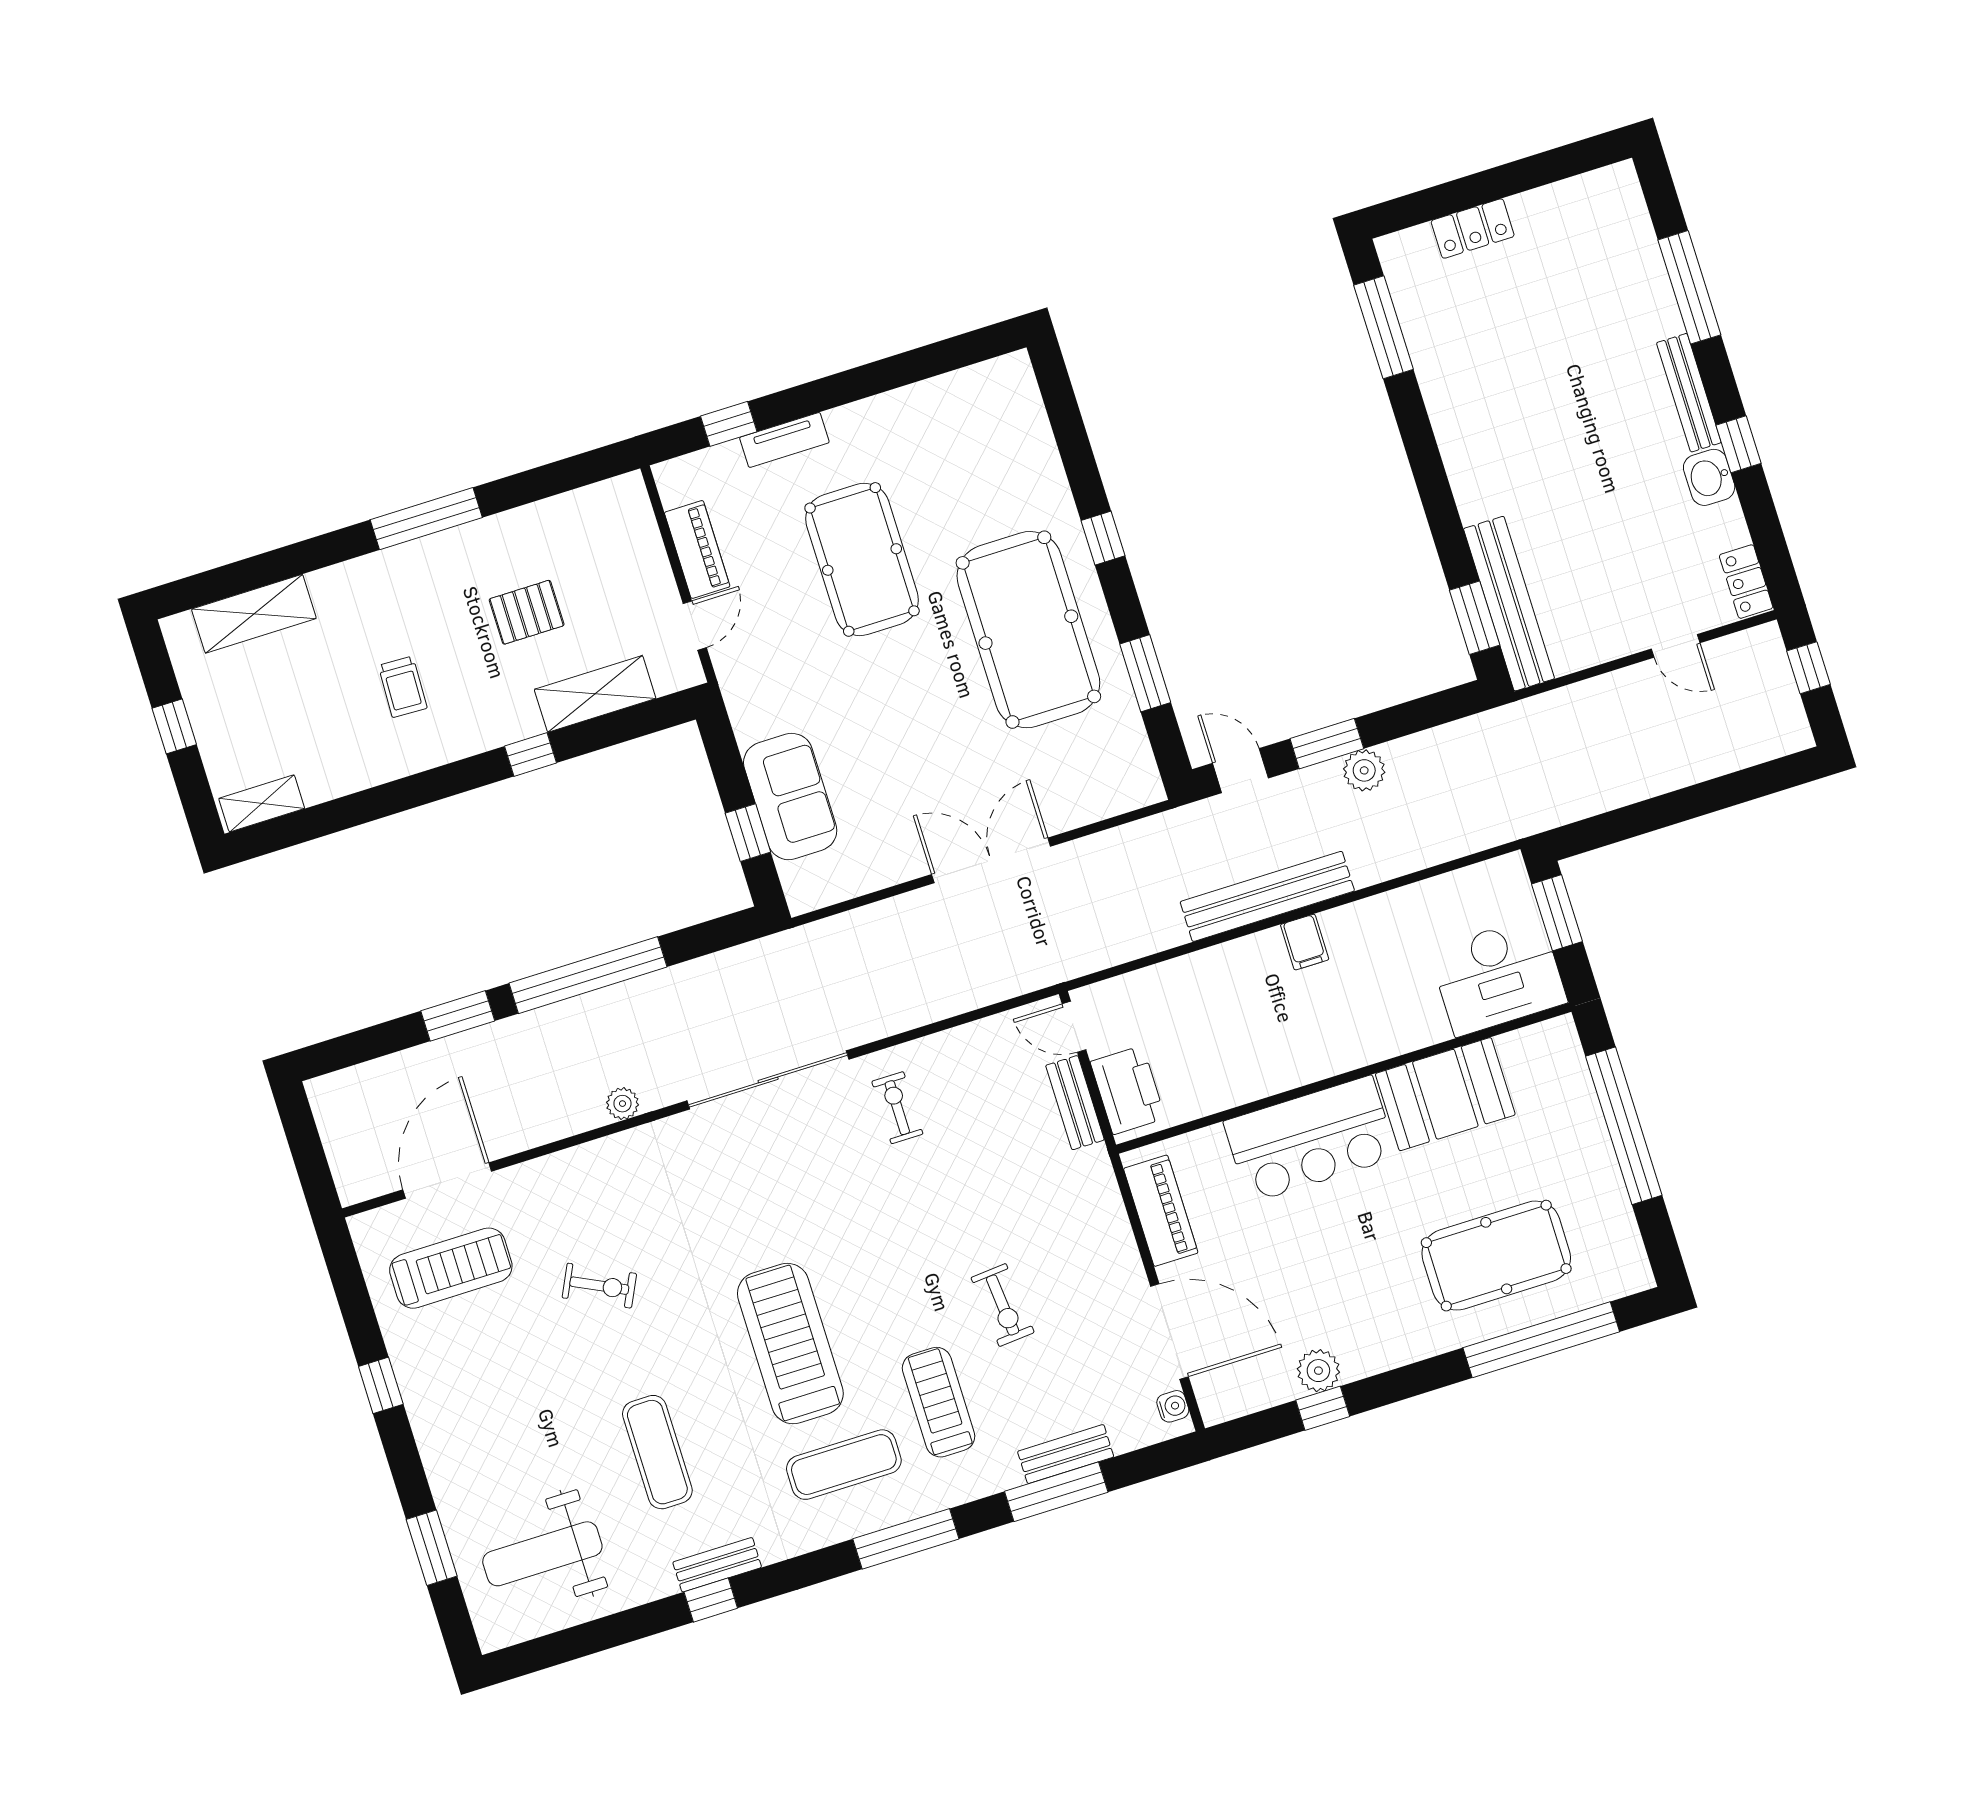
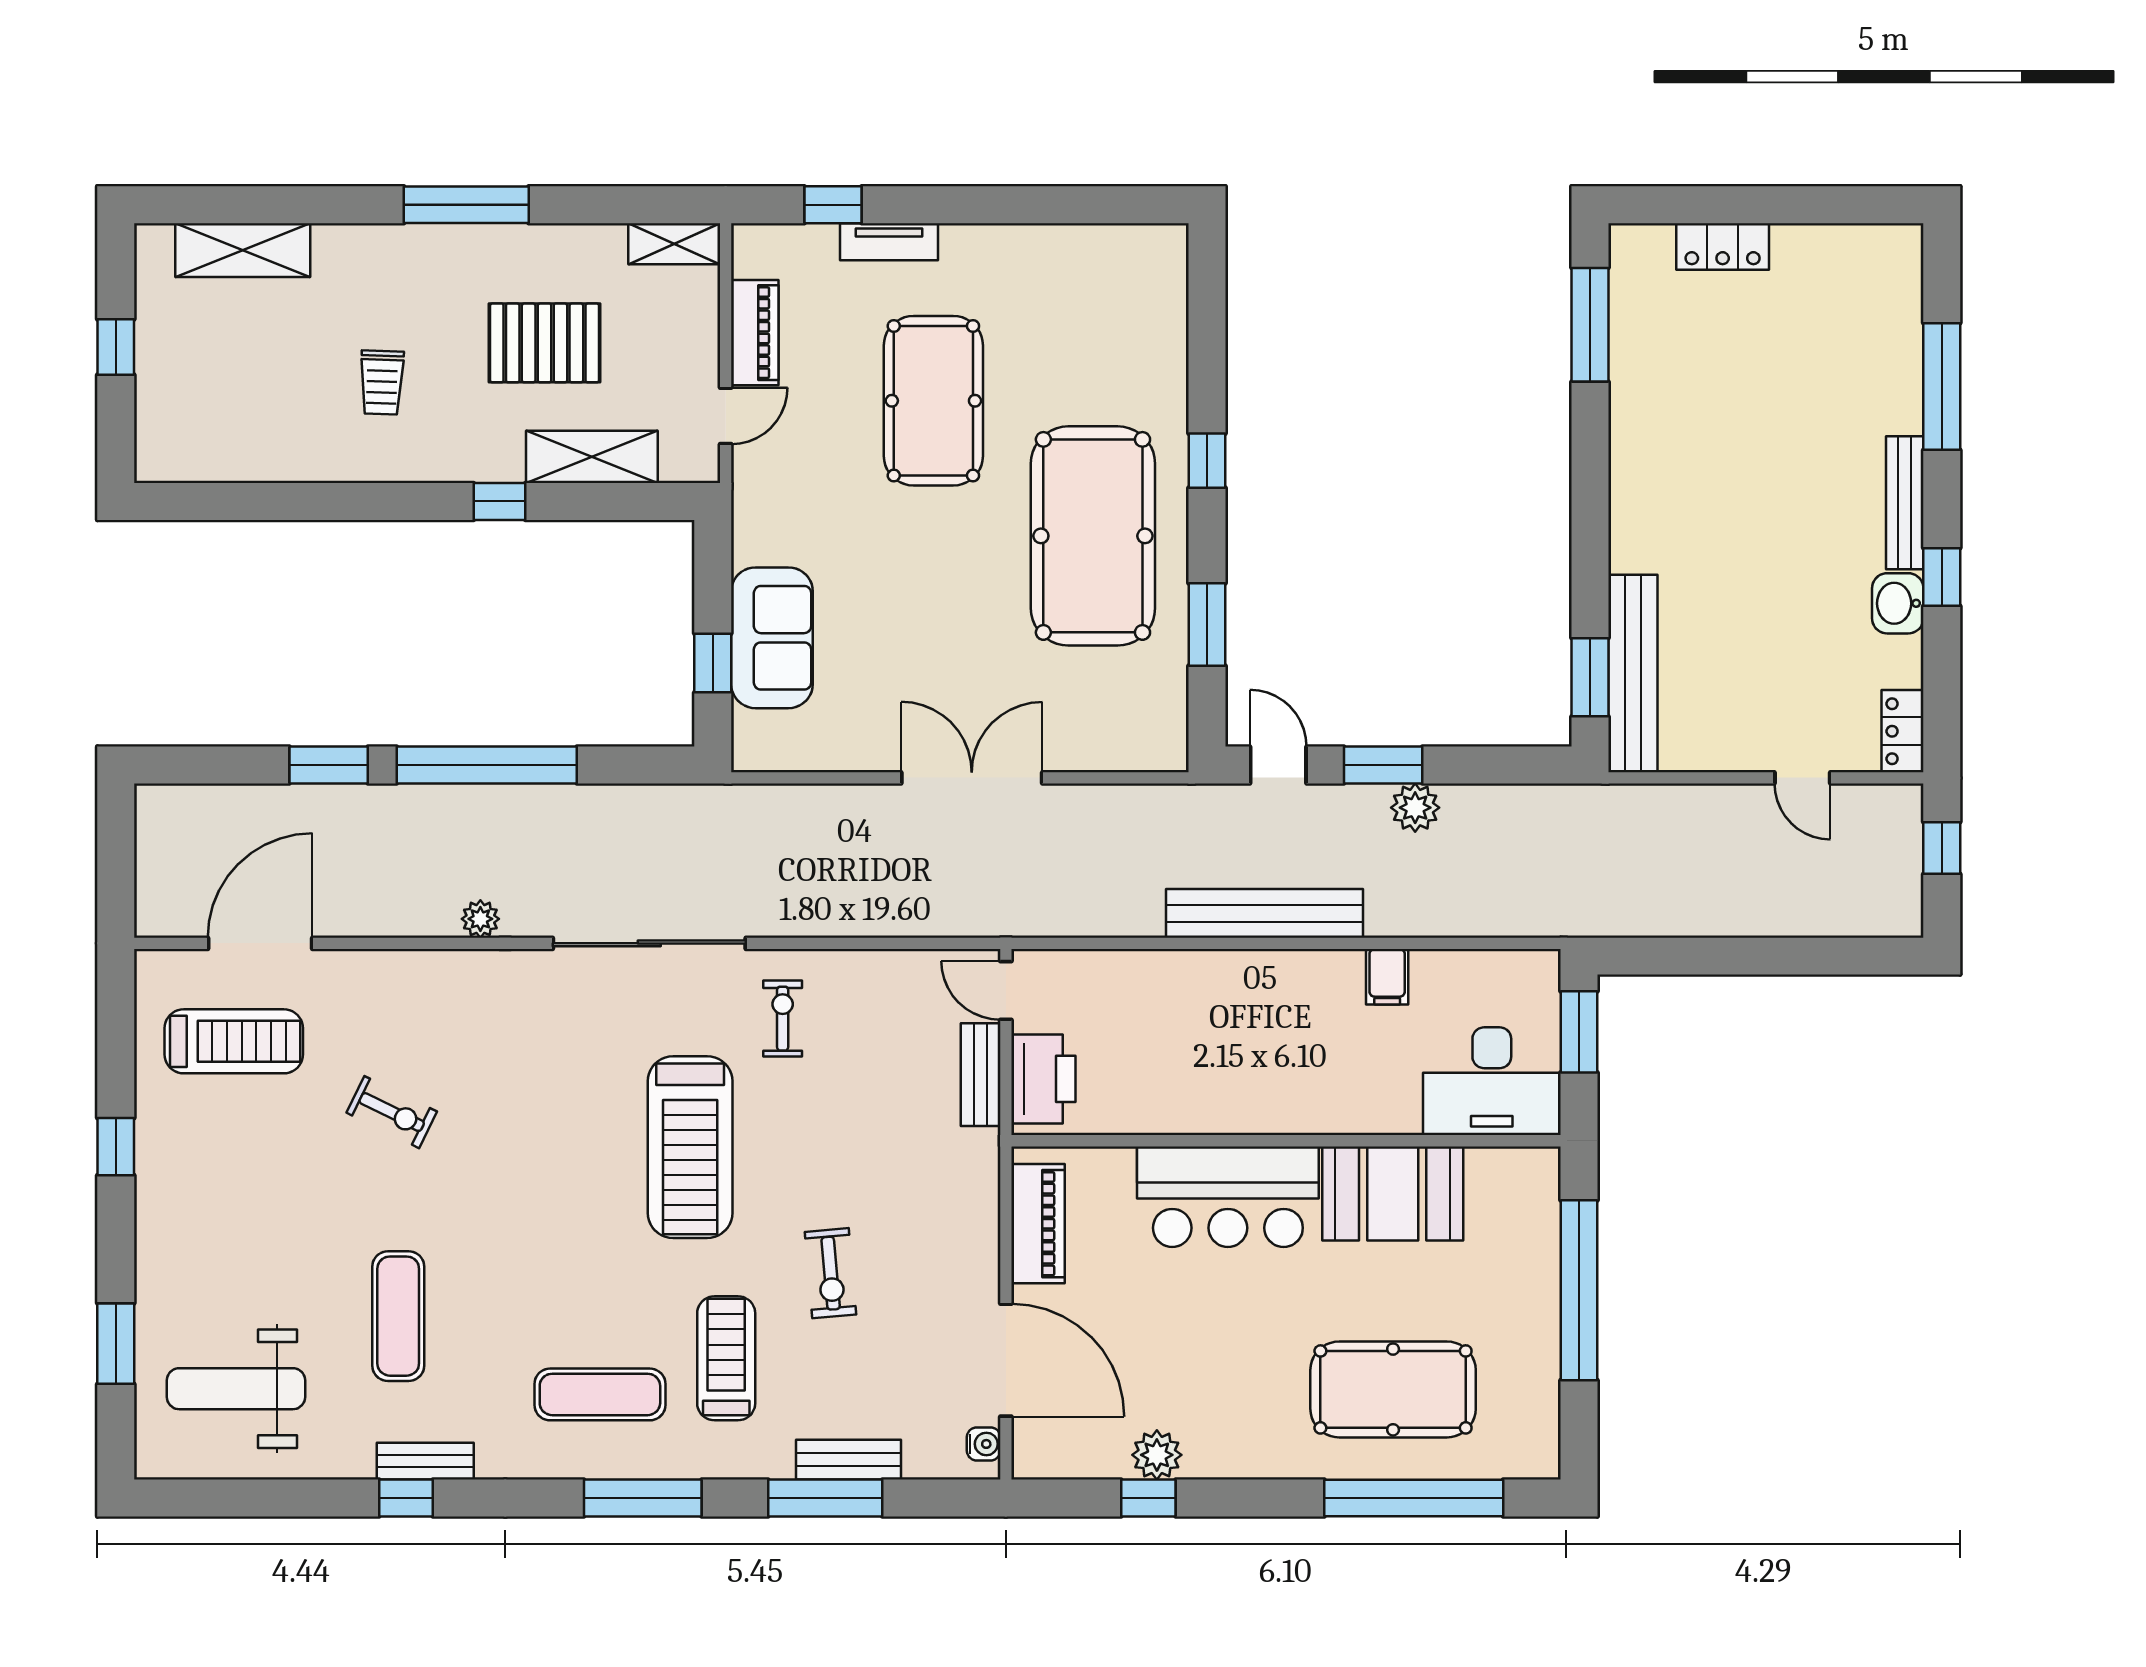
pallet: (527, 612) -> (545, 343), width x1.50, depth x1.42
shelving: (262, 803) -> (674, 244), moved
filing cabinet: (1305, 942) -> (1387, 977), moved
treadmill: (790, 1344) -> (690, 1147), moved, turned 180

